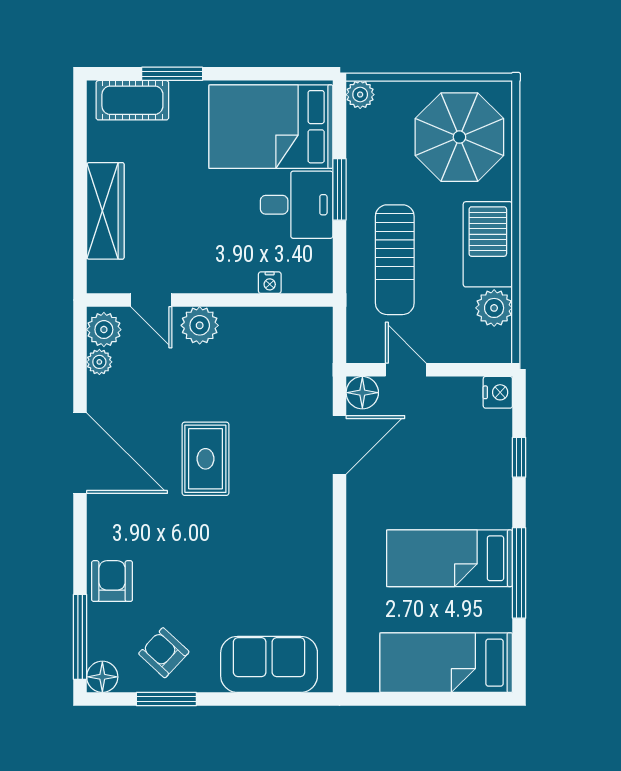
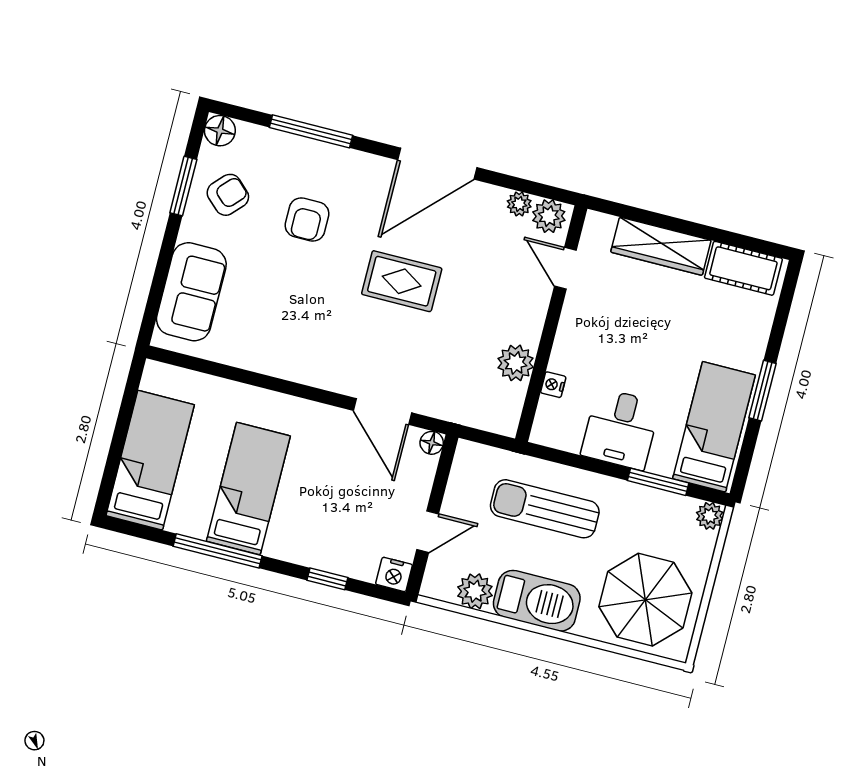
window: (172, 74) -> (763, 391), moved
cot: (132, 100) -> (743, 268), moved, turned 90
bed: (271, 127) -> (714, 427), width x0.67
window: (339, 189) -> (658, 482), moved
door: (151, 300) -> (565, 268), hinge flipped
plant: (200, 325) -> (516, 363), moved
door: (406, 370) -> (428, 532), moved
floor lamp: (362, 393) -> (432, 443), width x0.73, depth x0.73
armchair: (112, 581) -> (307, 220), moved, turned 90
window: (80, 637) -> (311, 131), moved

